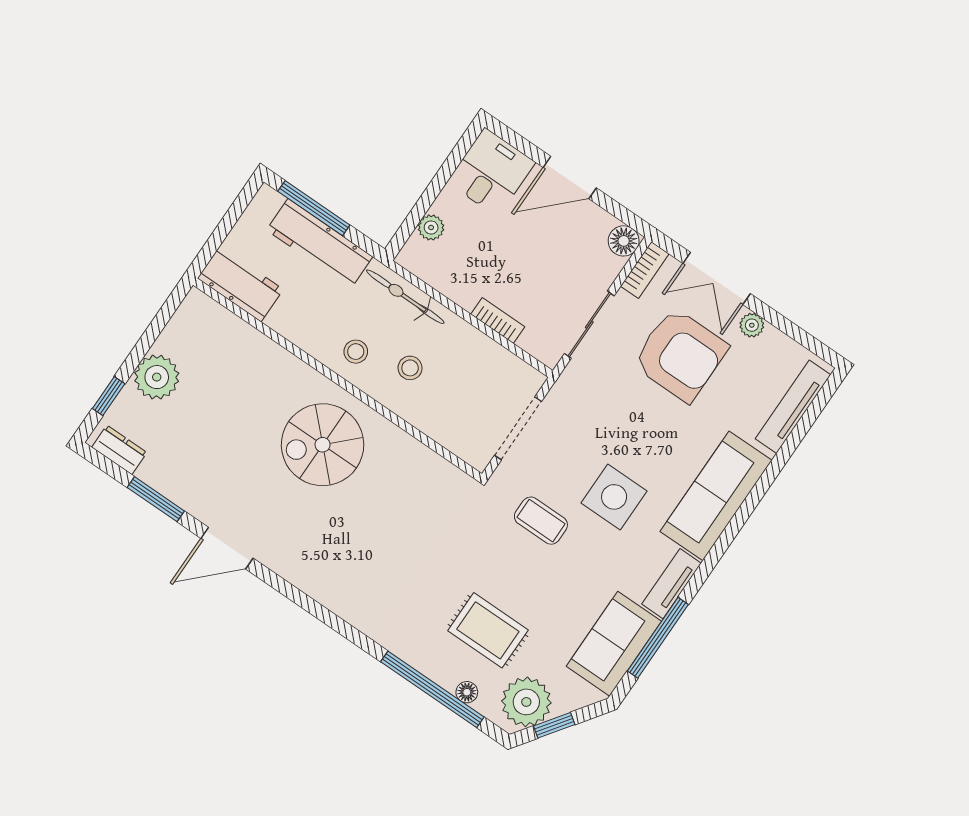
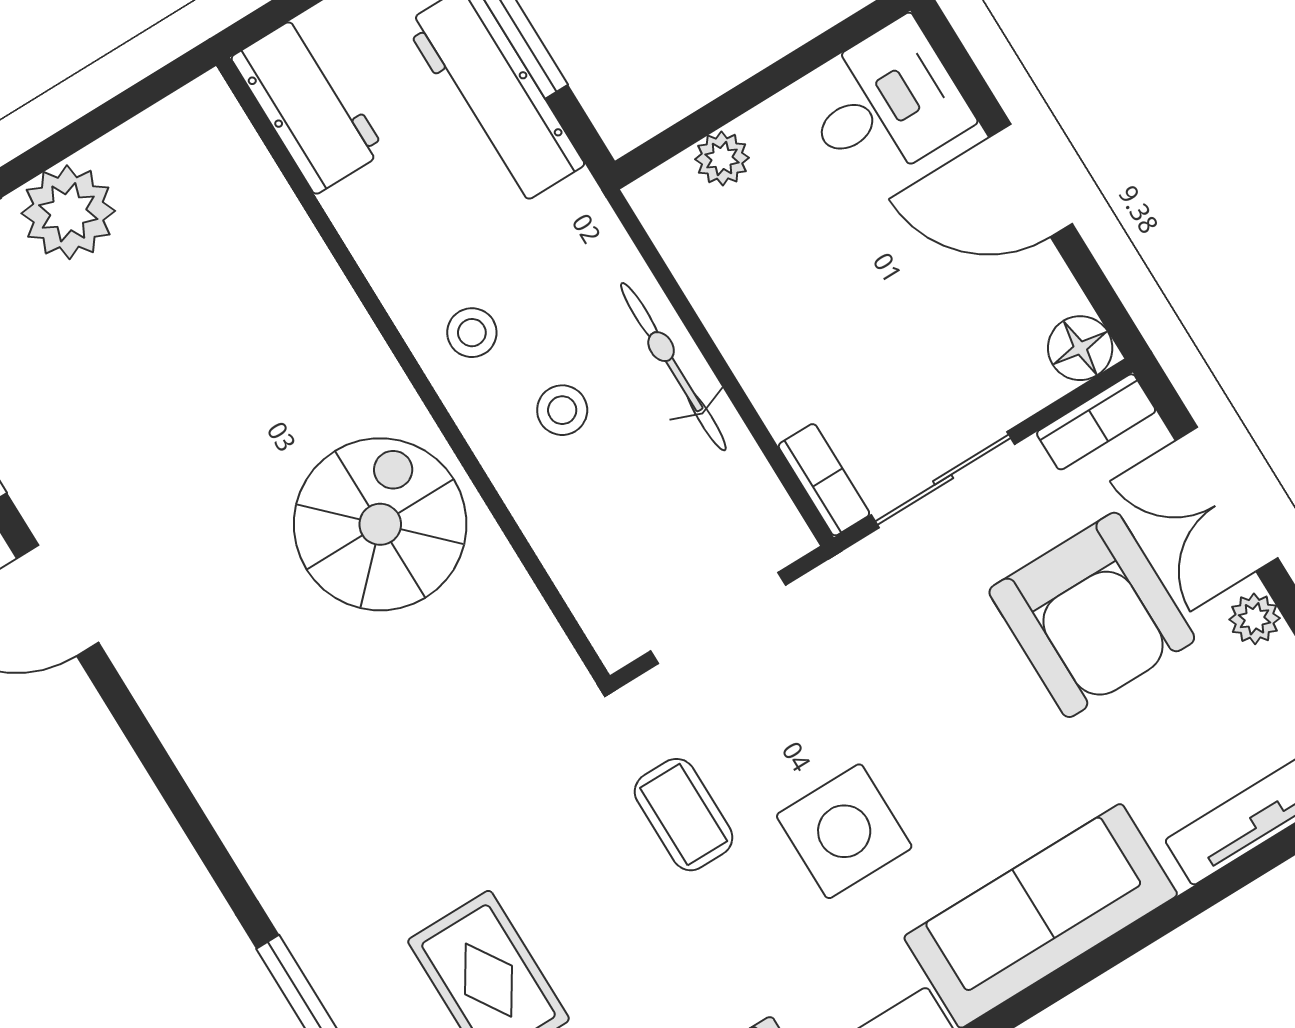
bicycle: (405, 297) -> (673, 367), moved
bookcase: (498, 320) -> (824, 480), moved
spiral stairs: (323, 445) -> (380, 524), moved, turned 90

